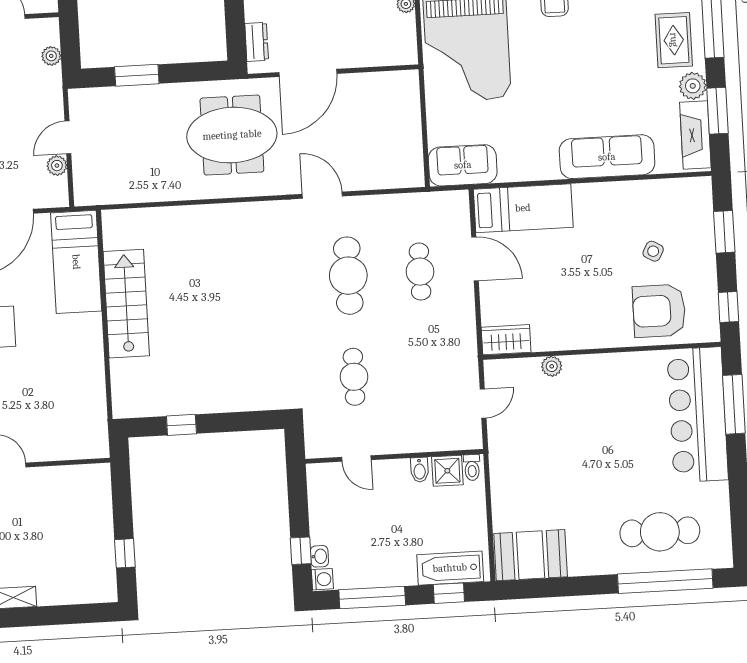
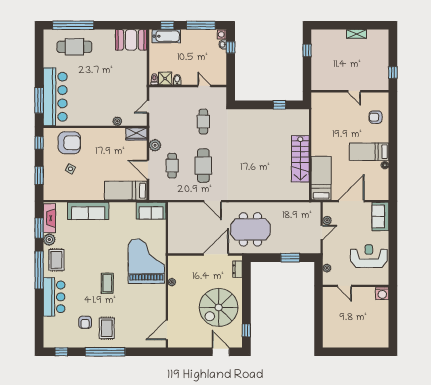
plant: (462, 316) -> (155, 145), added

